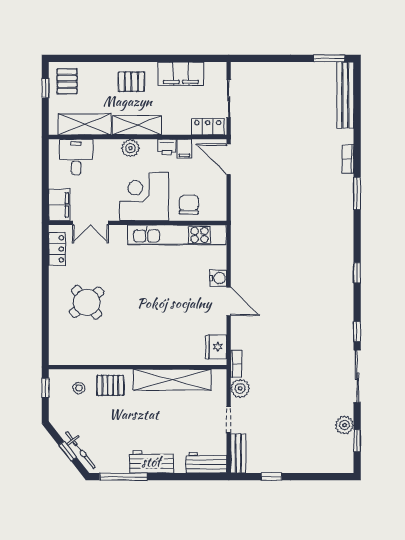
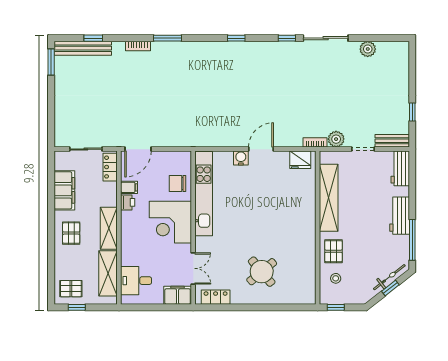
plant: (130, 148) -> (129, 234), removed
window: (357, 441) -> (93, 38), moved

